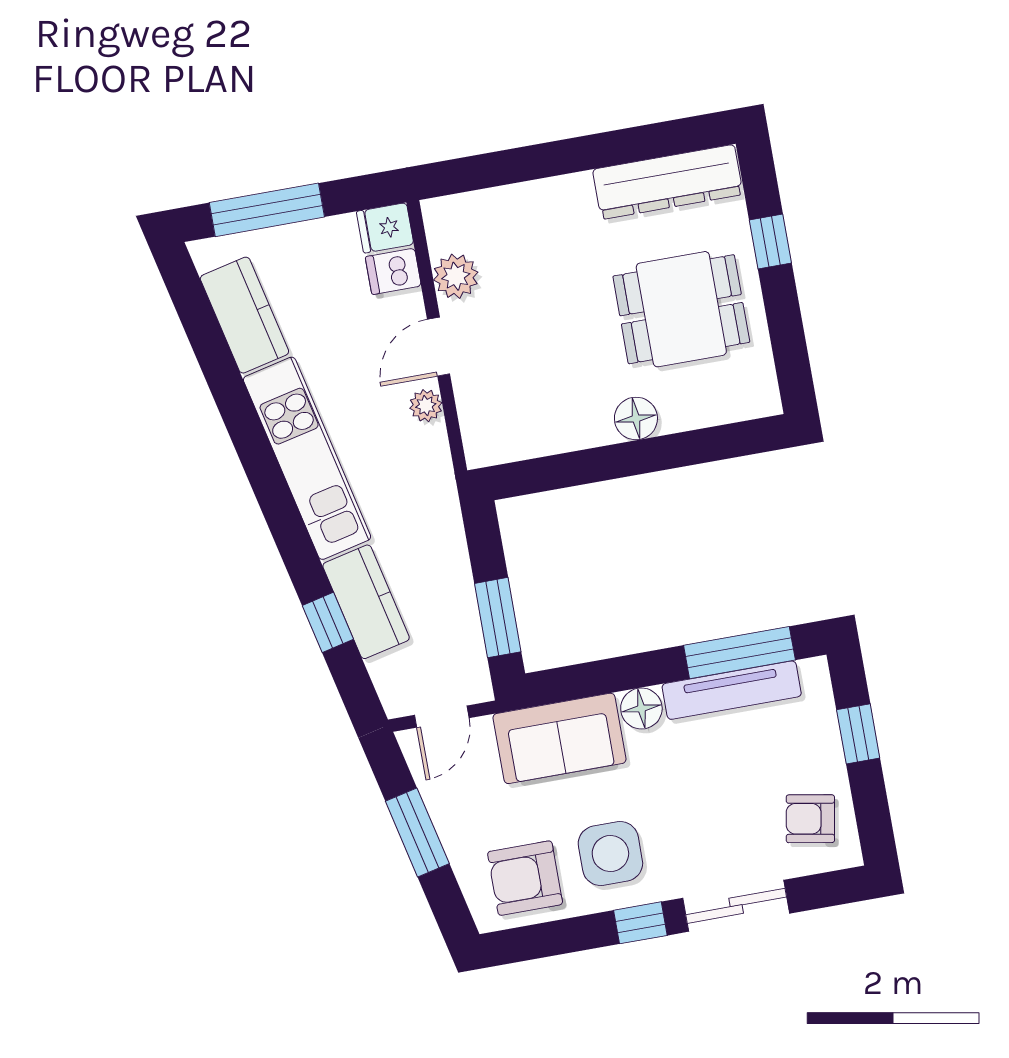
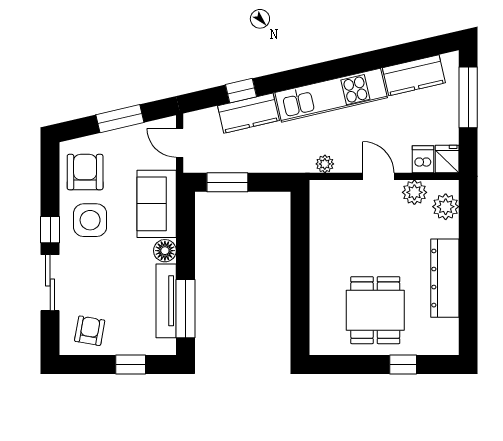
dresser: (668, 182) -> (445, 278), moved
plant: (472, 215) -> (446, 207), added
plant: (426, 406) -> (325, 164), moved
floor lamp: (636, 418) -> (321, 275), removed

